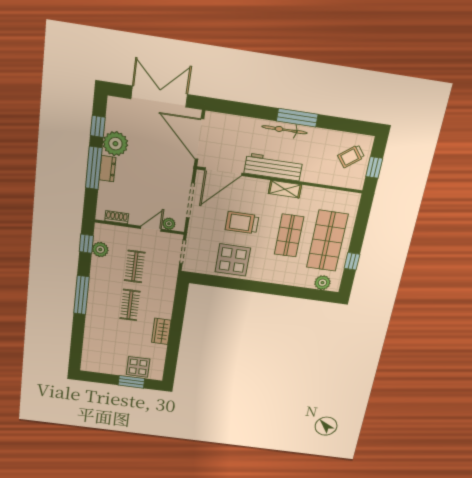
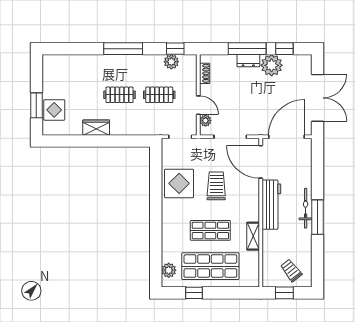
shelving: (285, 189) -> (253, 236), moved

